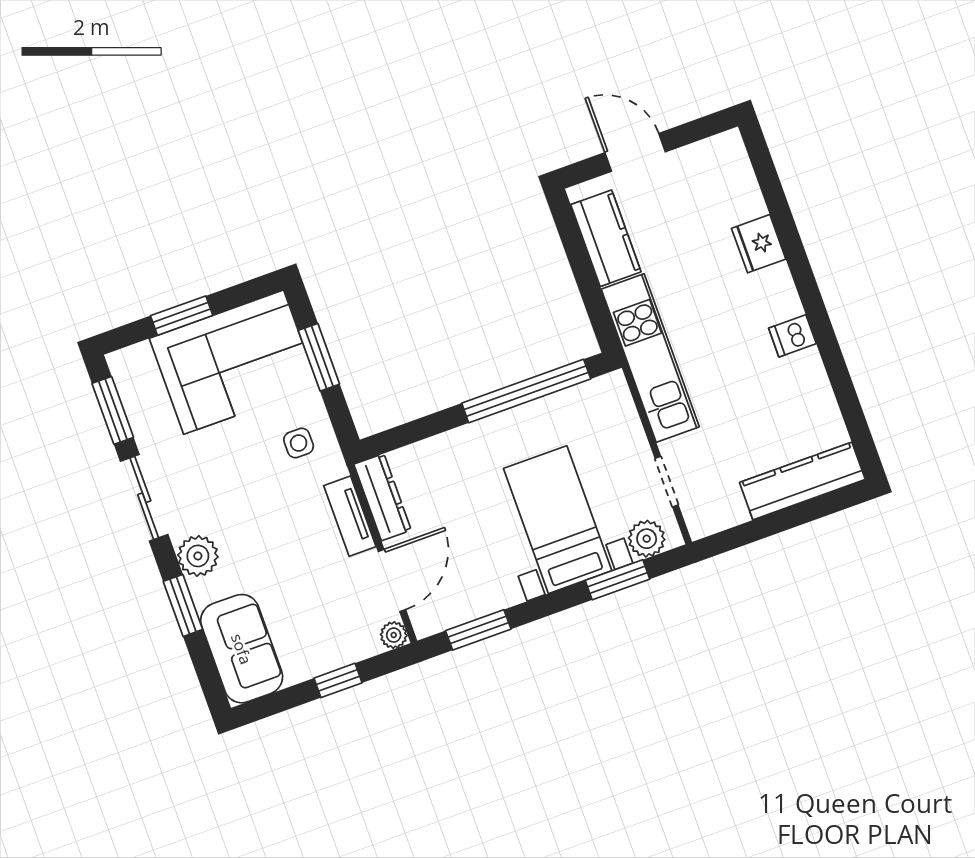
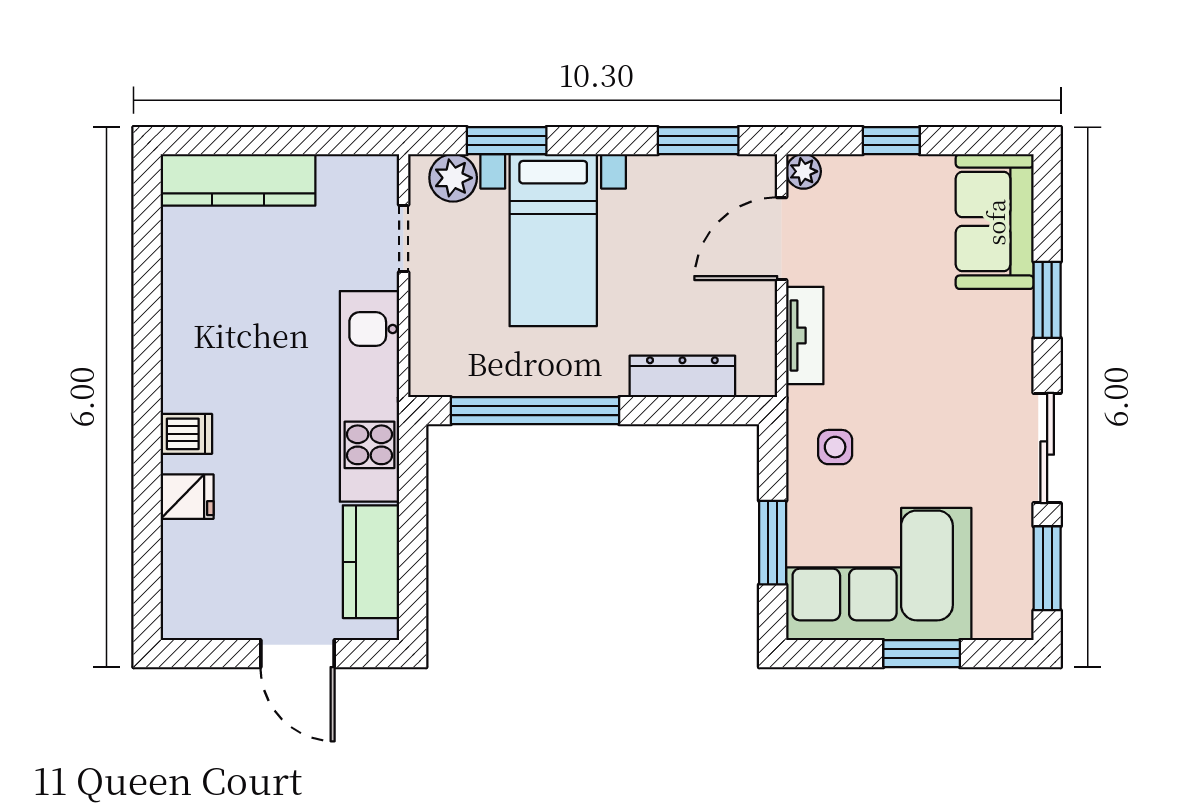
fridge: (759, 244) -> (187, 497), width x0.72
dishwasher: (792, 336) -> (186, 434), moved
dresser: (383, 497) -> (682, 376), moved, turned 90
plant: (198, 556) -> (1007, 354), removed

